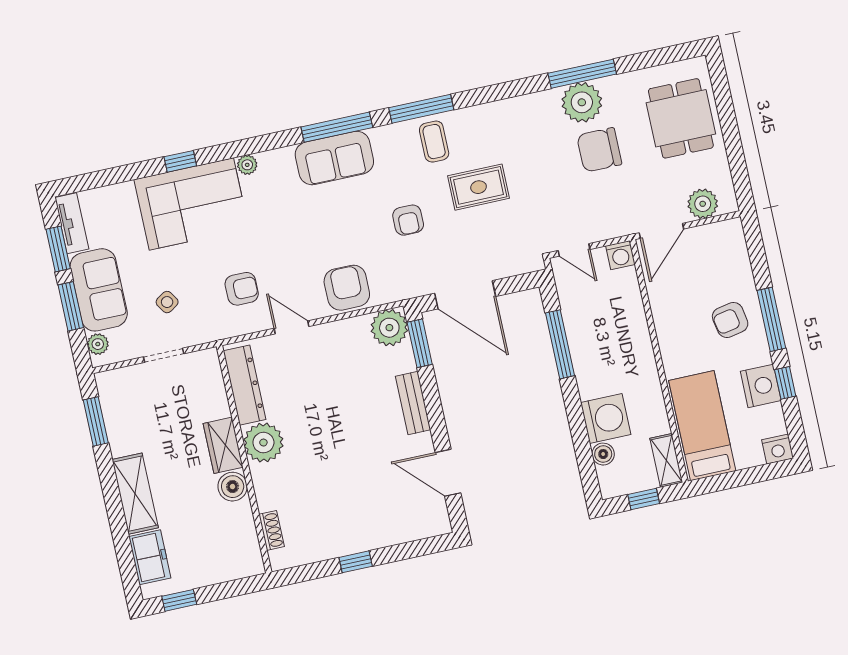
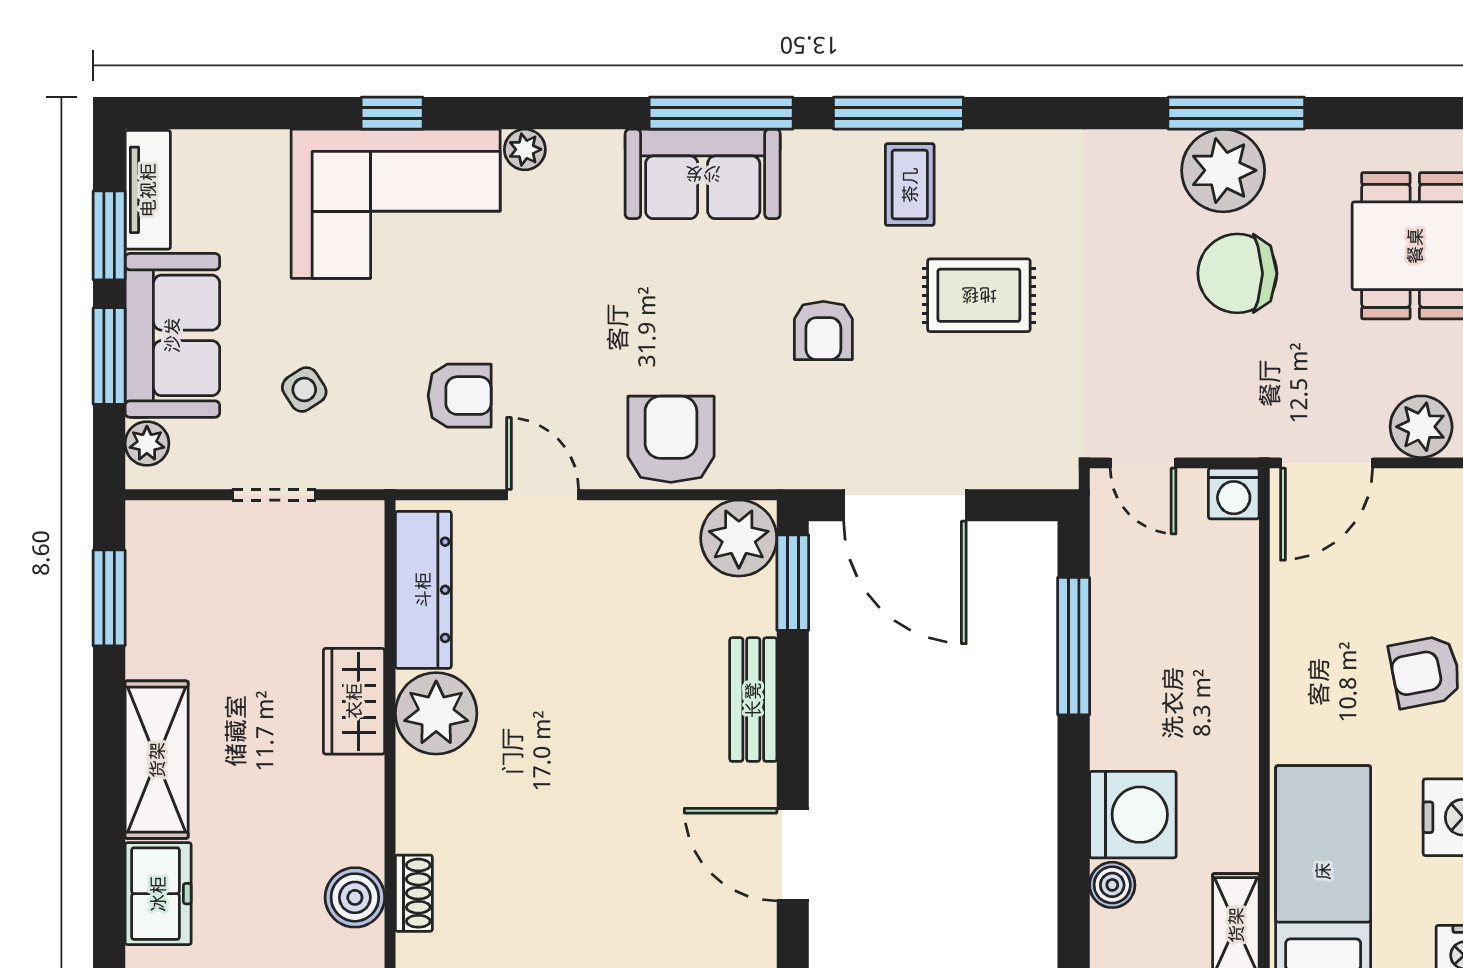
boiler: (233, 487) -> (355, 897), moved

